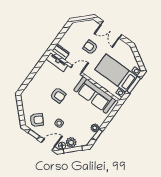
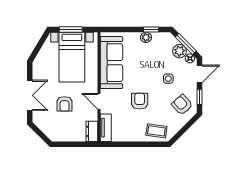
coffee table: (32, 92) -> (156, 131), added
door: (48, 145) -> (200, 74), swing flipped

